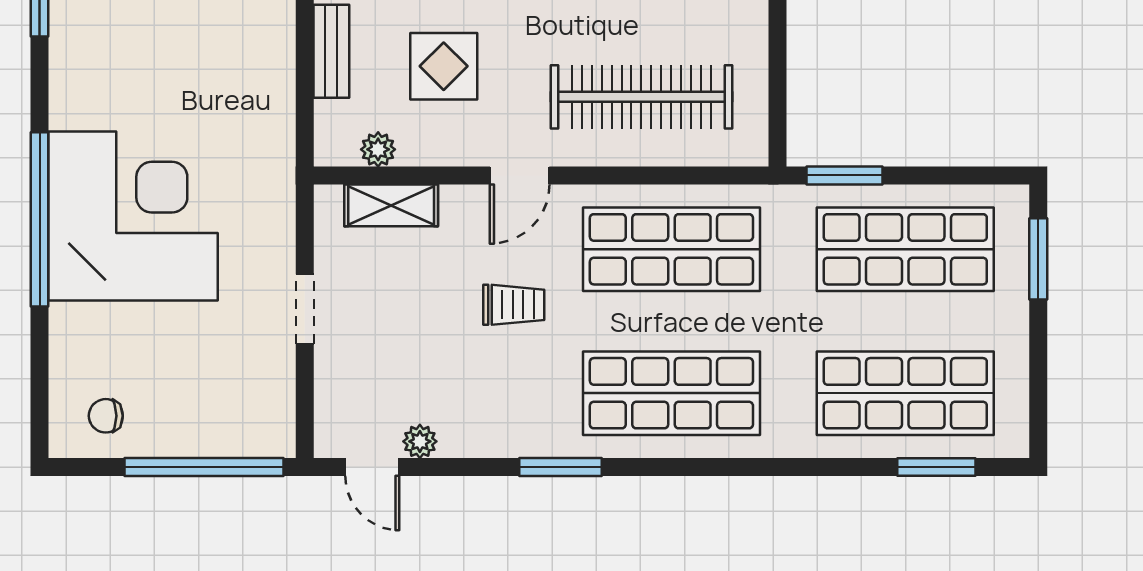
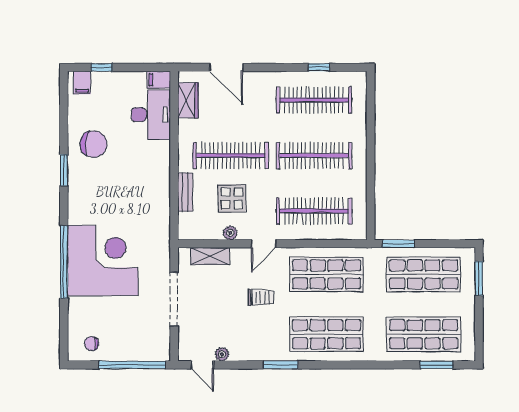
plant: (378, 149) -> (230, 233), moved
doorway: (305, 309) -> (174, 299), width x1.88

